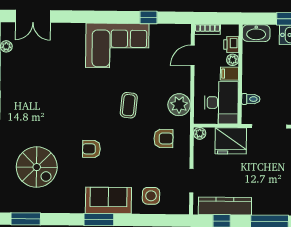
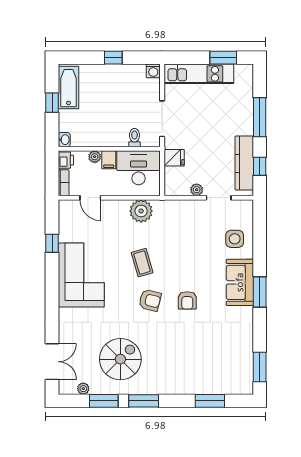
washbasin: (256, 33) -> (64, 140), width x0.52, depth x0.69
printer: (231, 45) -> (66, 160), moved, turned -90
coffee table: (129, 105) -> (142, 263), turned 68
plant: (200, 133) -> (197, 190), moved
armchair: (163, 138) -> (150, 300), moved, turned 104
fridge: (231, 141) -> (174, 158), width x0.53, depth x0.75
spiral stairs: (37, 167) -> (120, 359), moved

